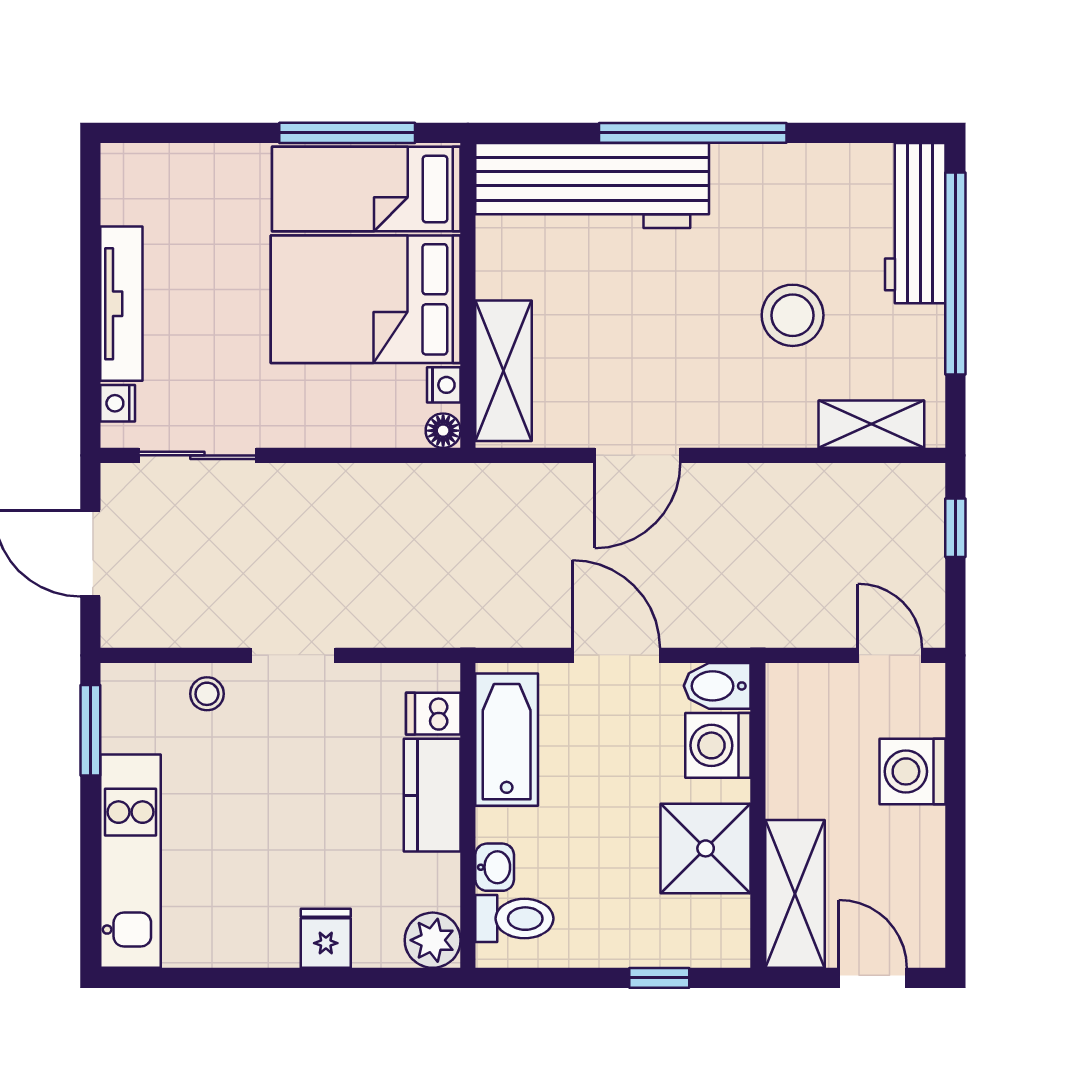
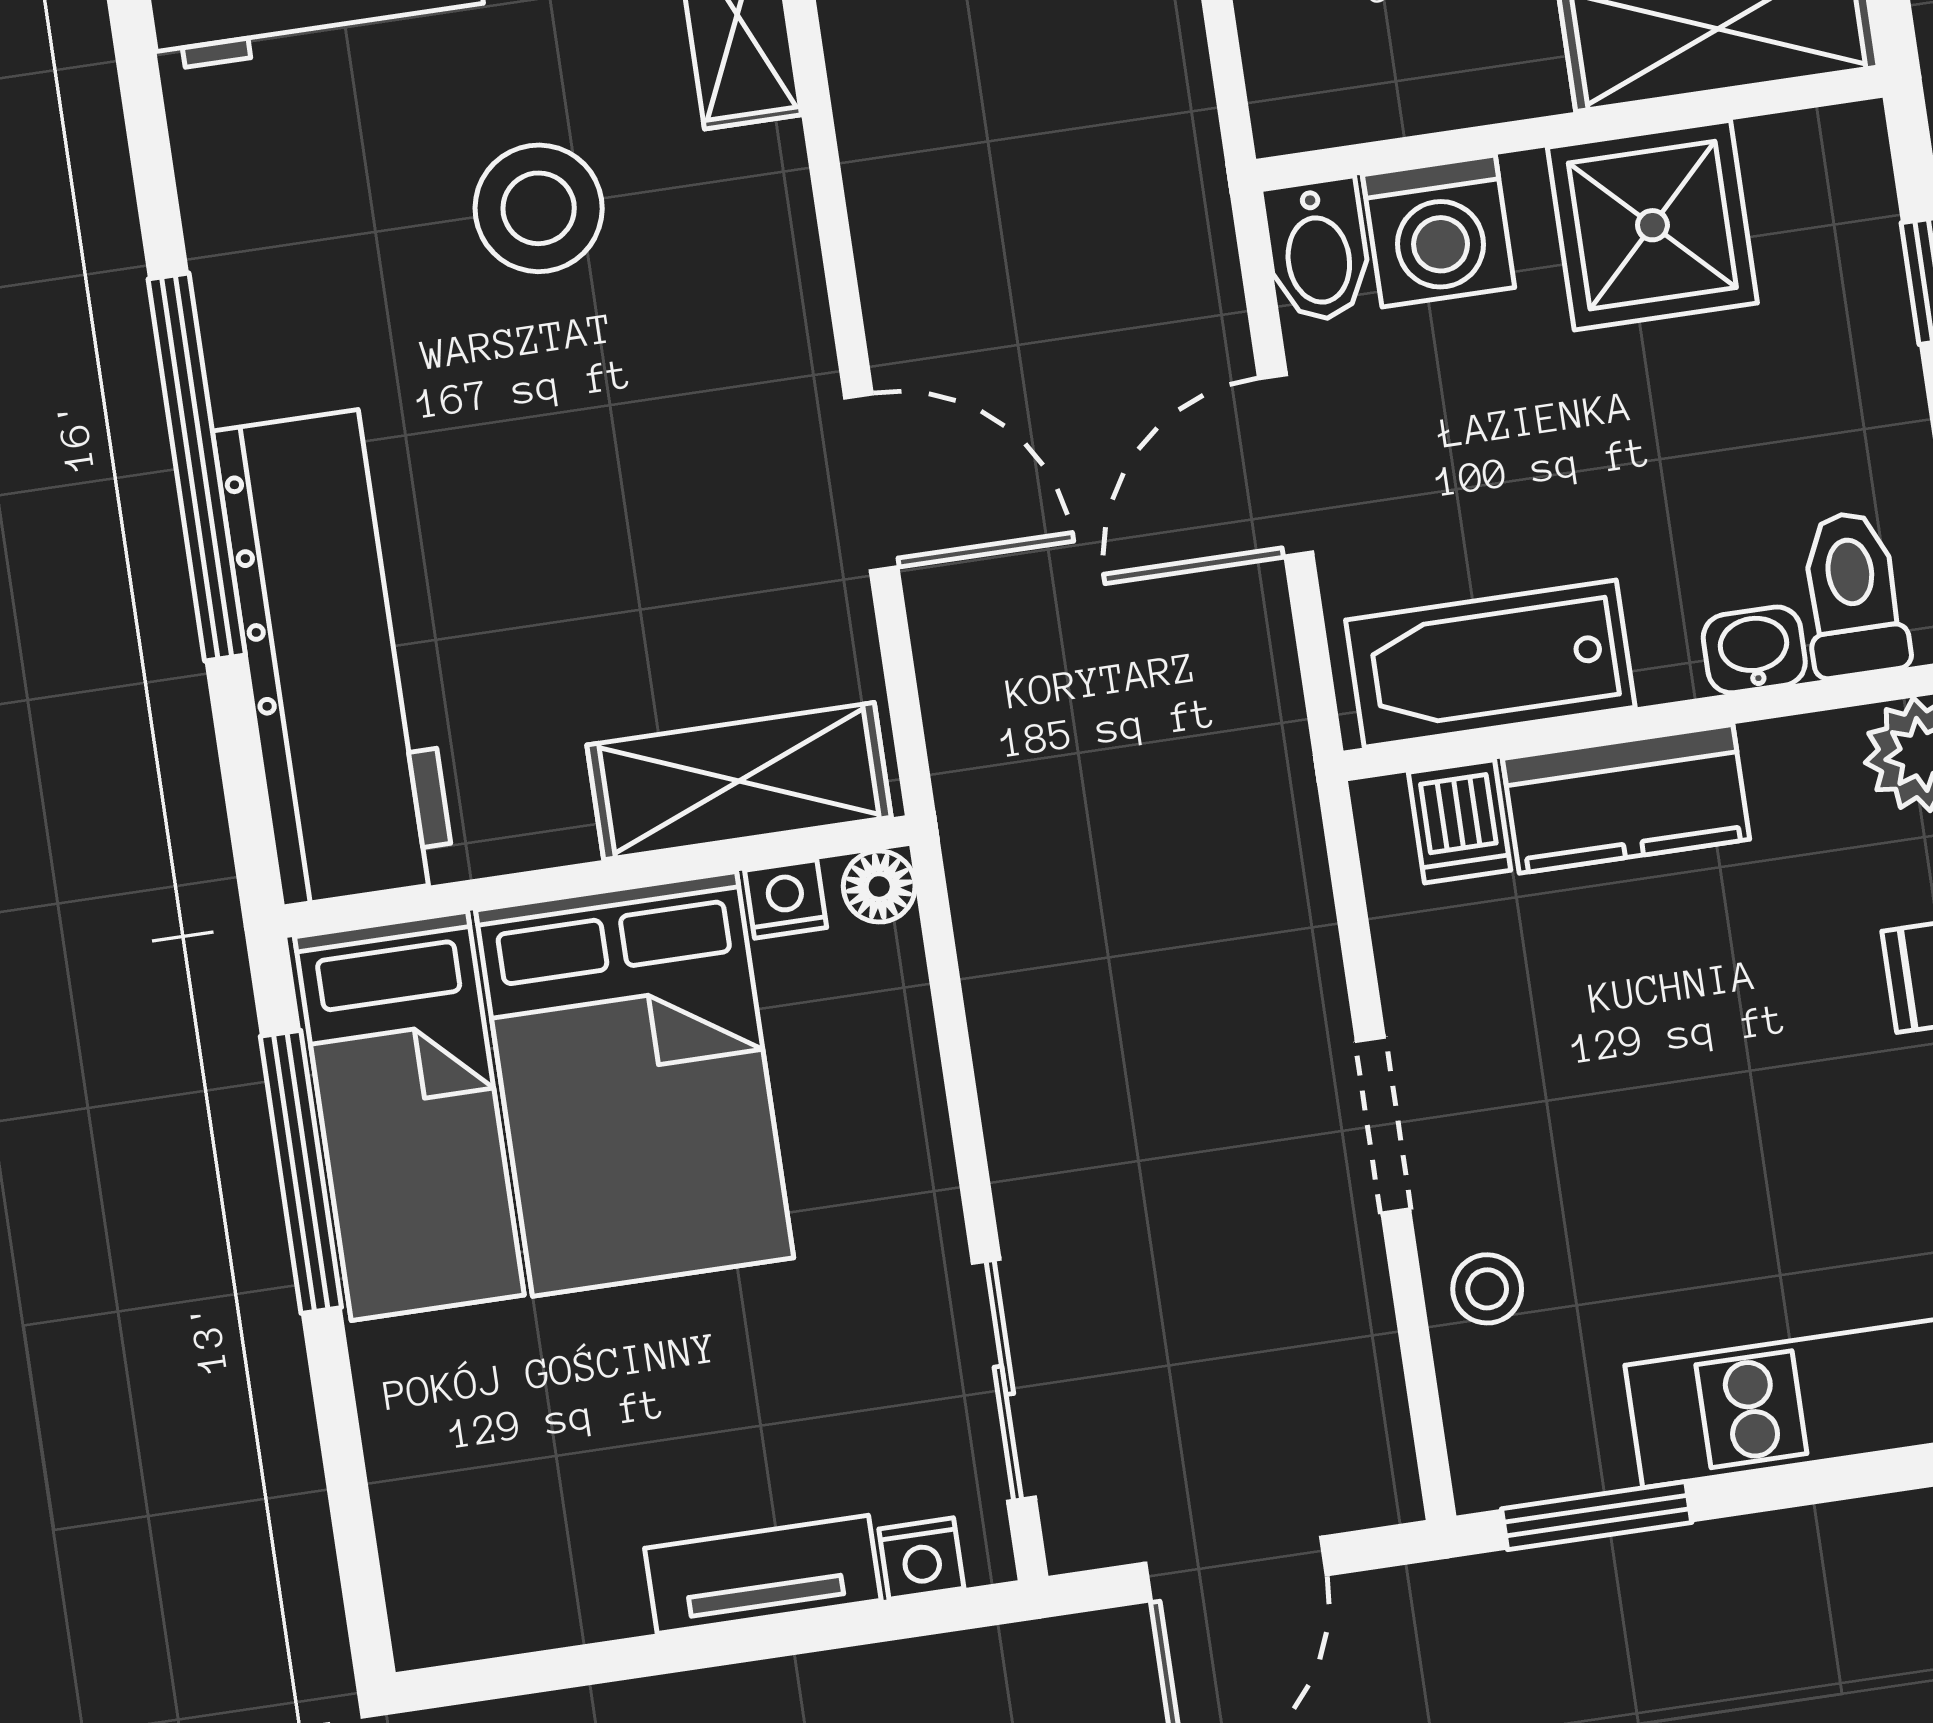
tv unit: (121, 304) -> (763, 1574), width x0.71

